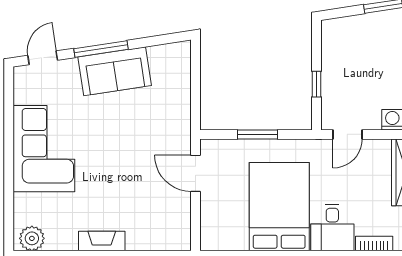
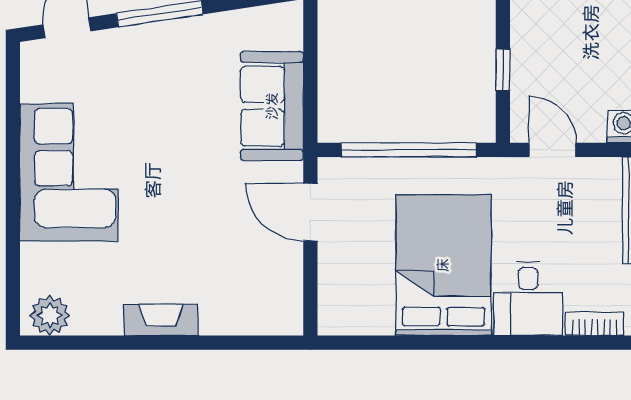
sofa: (115, 71) -> (272, 106), moved, turned 99
window: (257, 134) -> (409, 150), width x2.11
door: (347, 134) -> (552, 150), swing flipped

